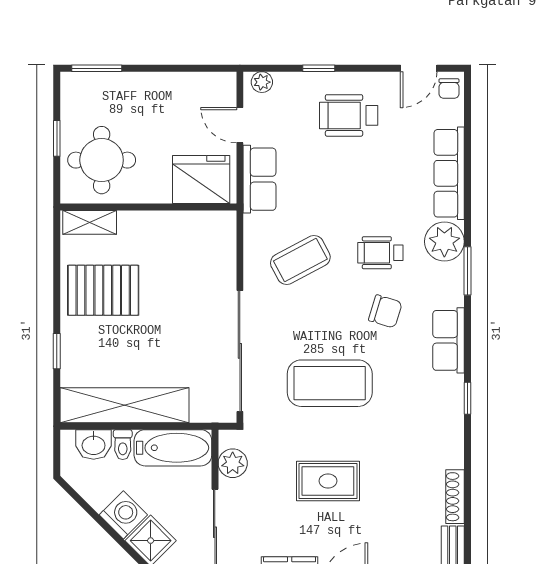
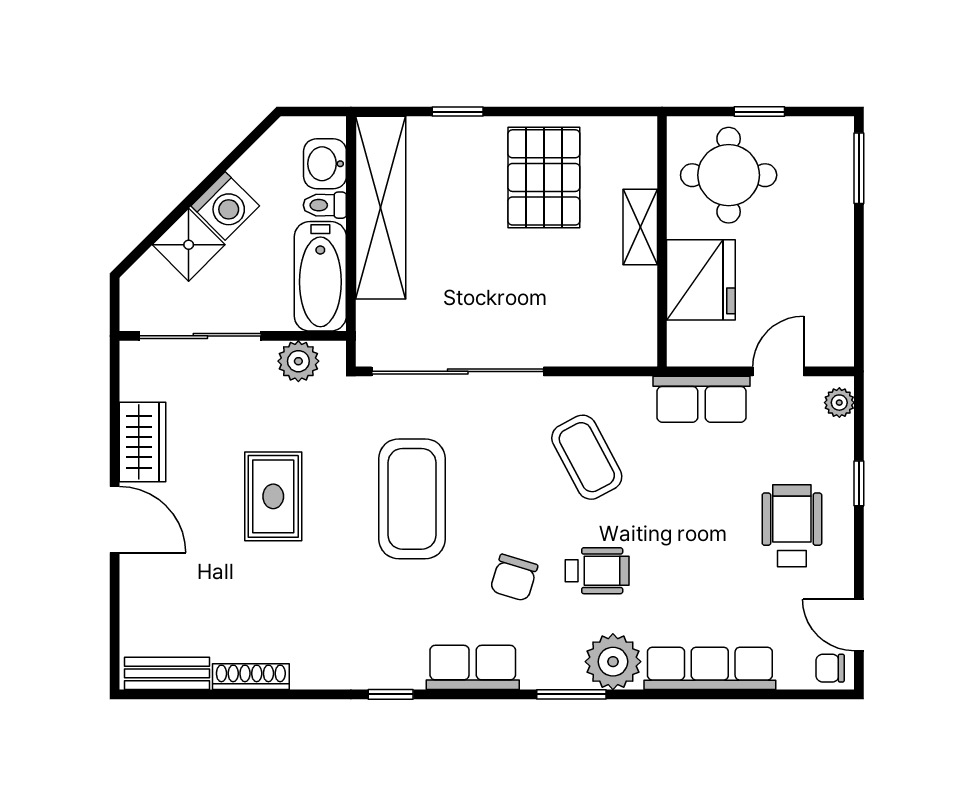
fridge: (201, 180) -> (701, 280), moved
shelving: (90, 222) -> (640, 227), moved
wheelchair: (380, 253) -> (597, 571), turned 90

